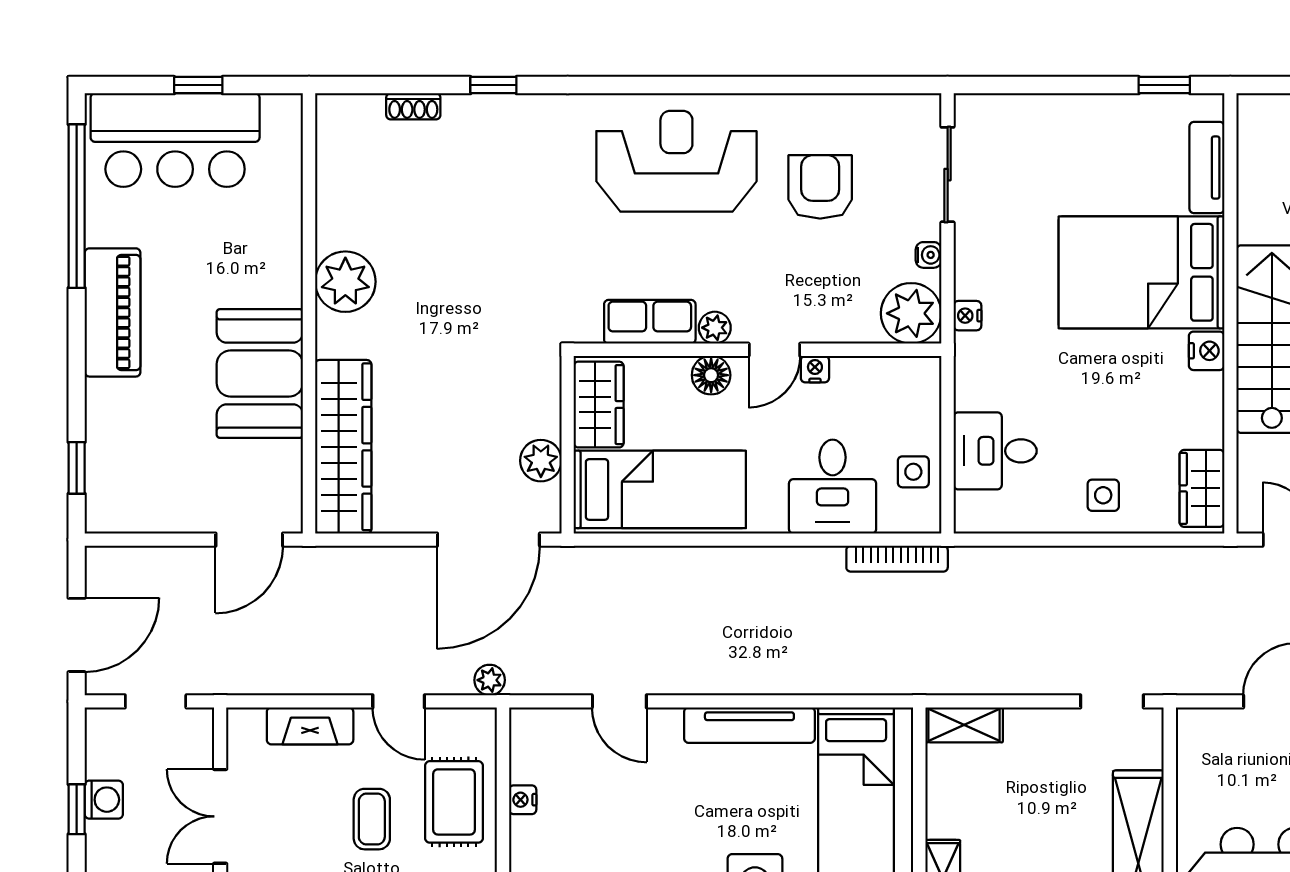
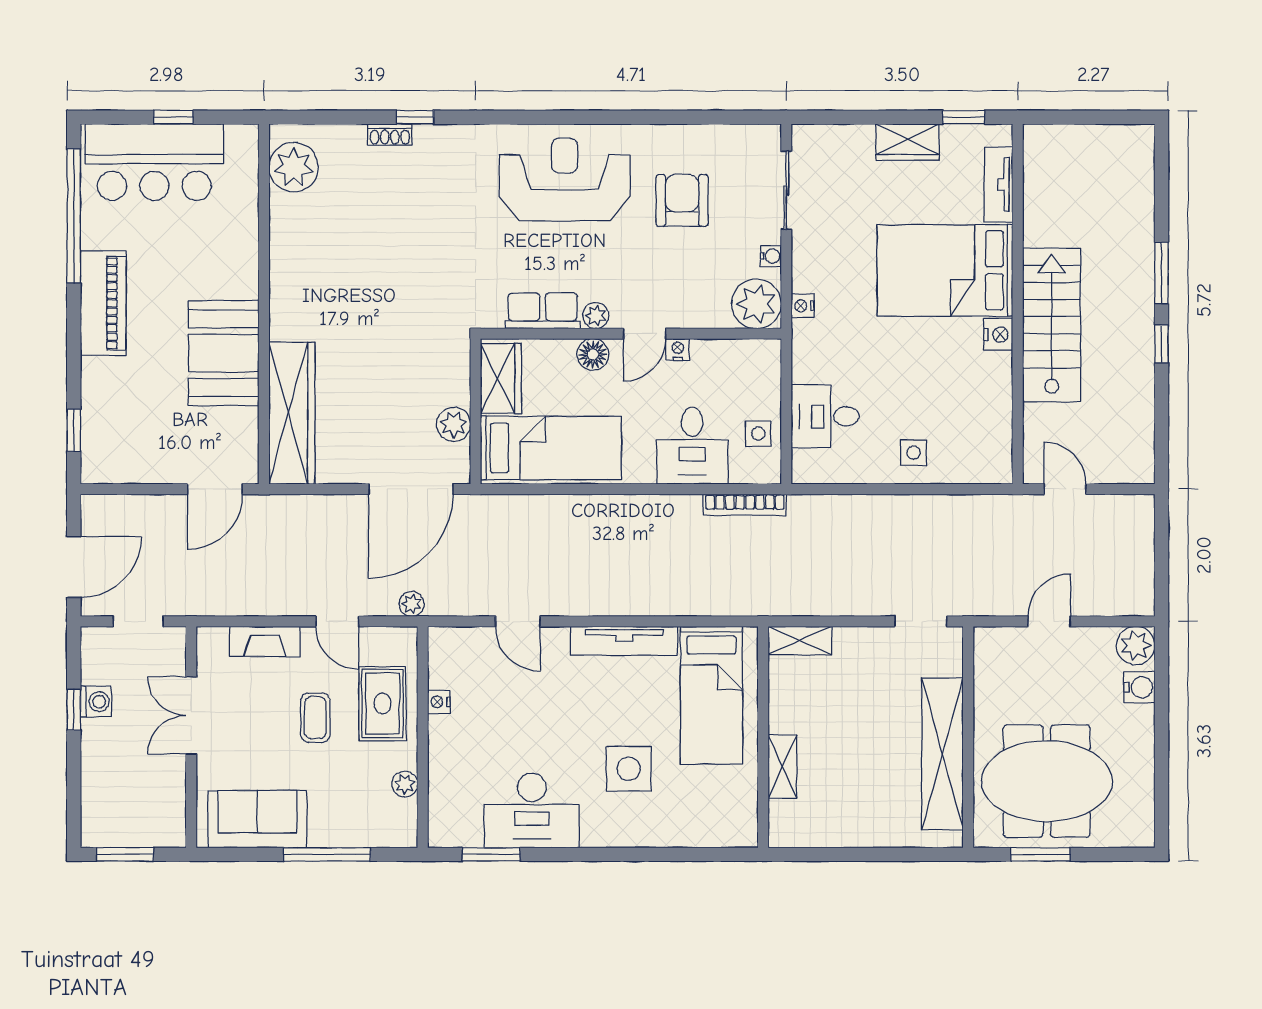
shoe rack: (413, 106) -> (390, 135), moved
plant: (345, 282) -> (294, 167), moved
wardrobe: (1202, 488) -> (908, 142), moved, turned -90

